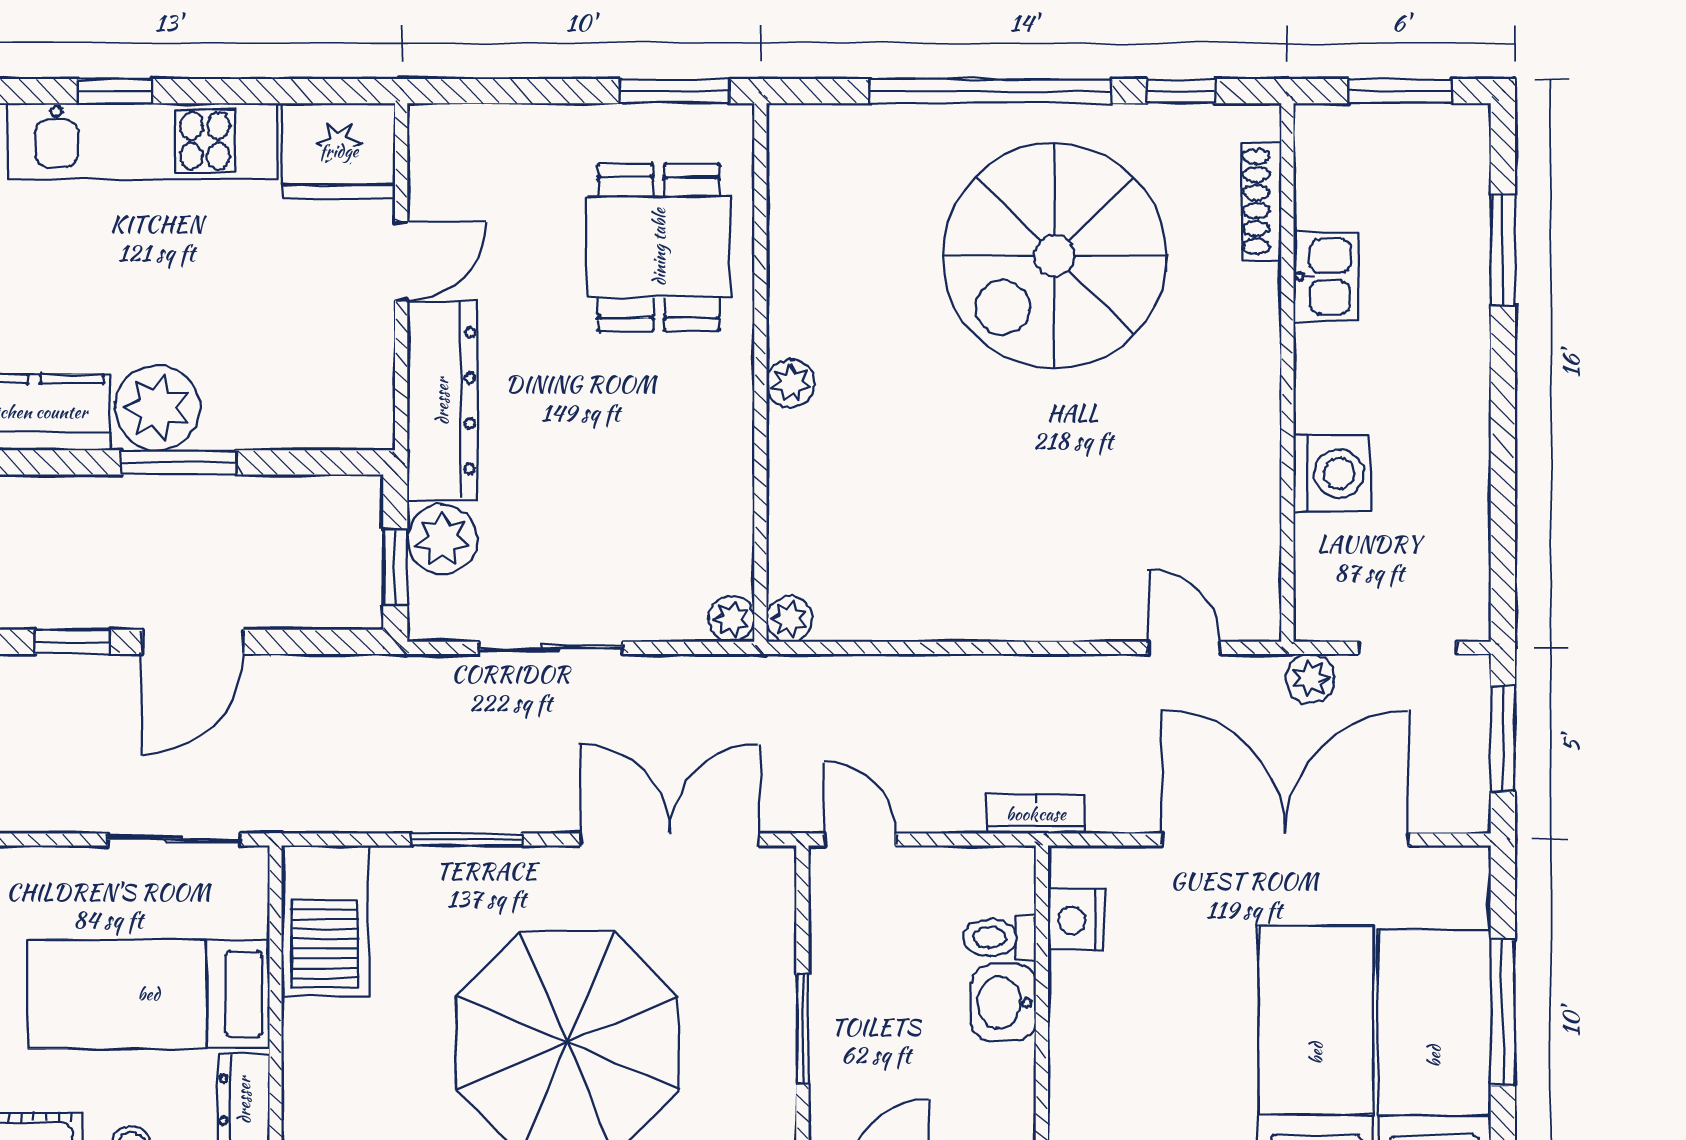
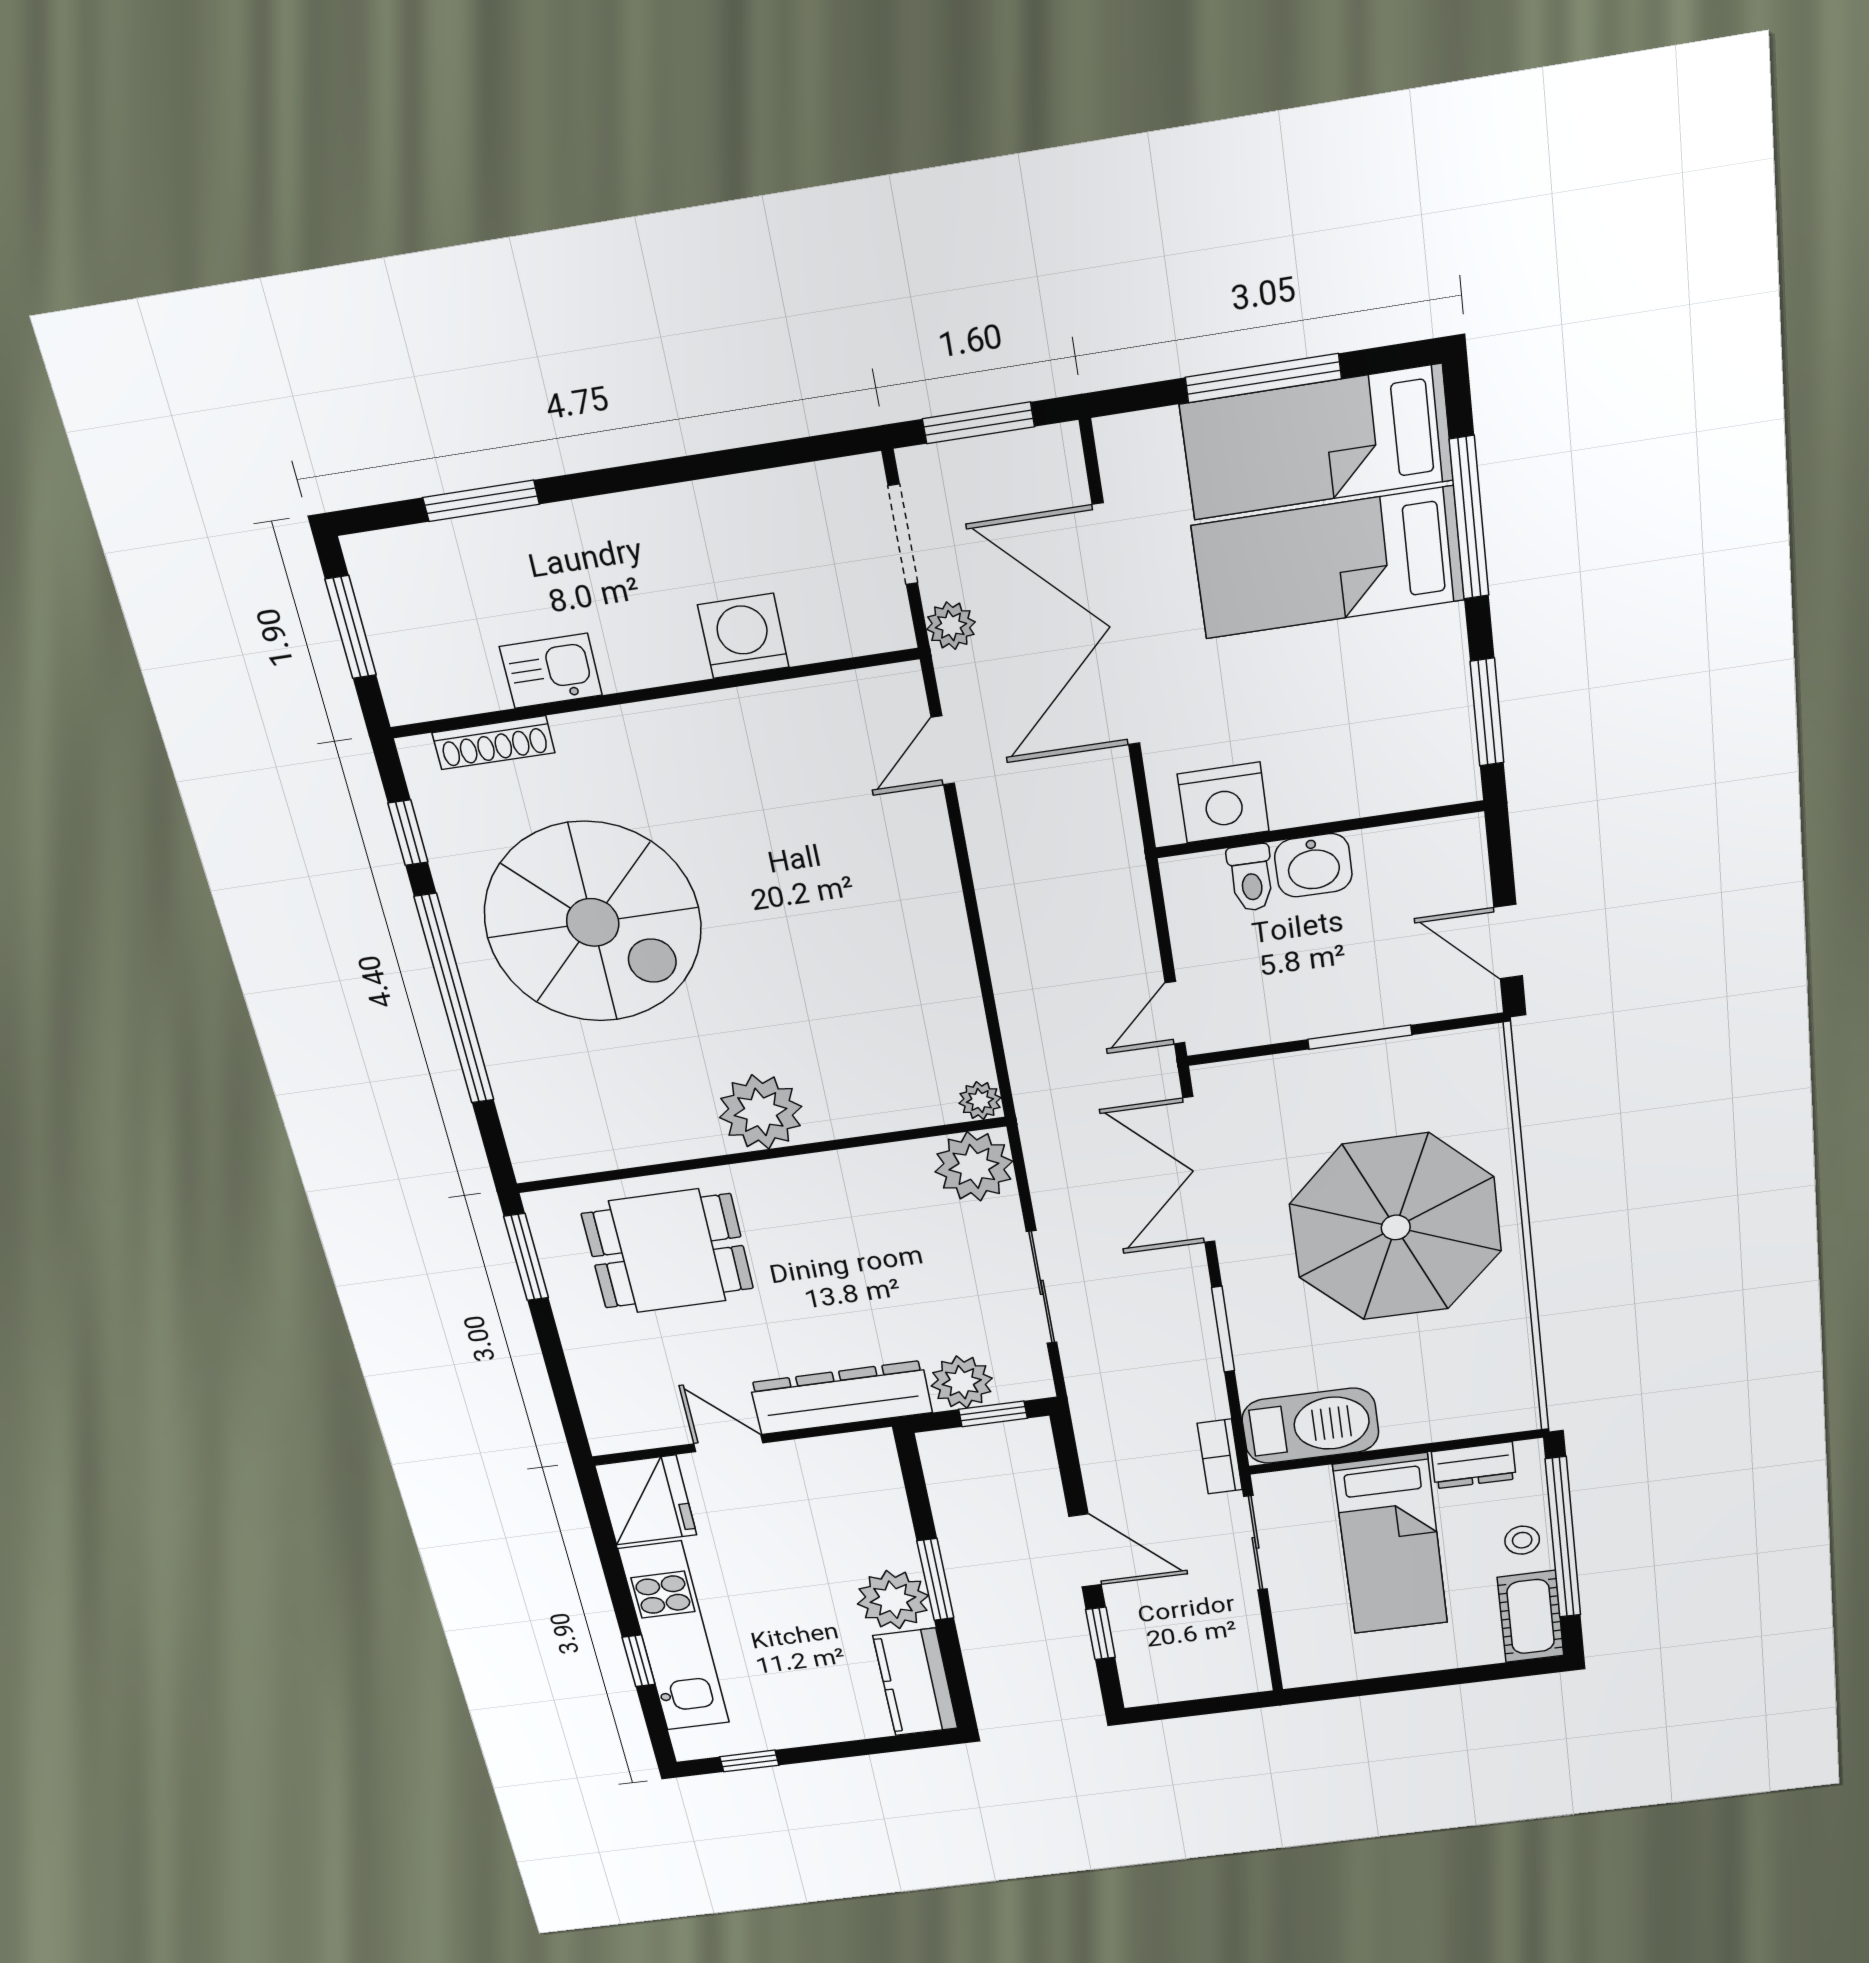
plant: (791, 384) -> (761, 1112), width x1.87, depth x1.87
plant: (732, 619) -> (974, 1166), width x1.88, depth x1.88
bookcase: (1036, 814) -> (1220, 1457), moved
nightstand: (1076, 920) -> (1223, 803), width x1.36, depth x1.33

